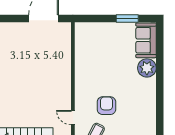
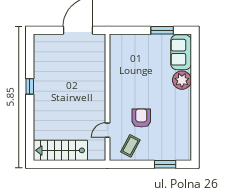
door: (73, 118) -> (107, 130), hinge flipped

